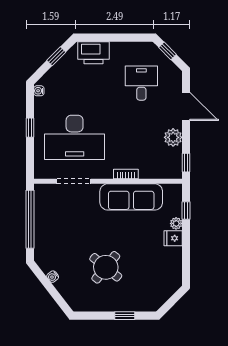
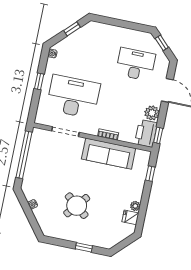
printer: (94, 53) -> (146, 133), moved, turned 90
desk: (141, 83) -> (136, 64), width x1.37
desk: (75, 137) -> (73, 97), turned 180
plant: (176, 223) -> (135, 206), moved
fridge: (173, 238) -> (130, 217), moved

